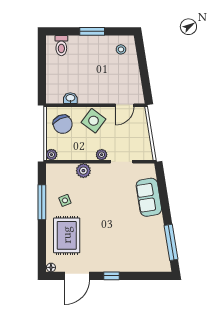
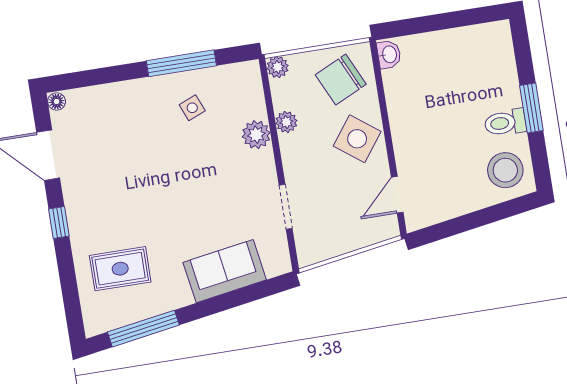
toilet: (61, 46) -> (505, 123), moved
stool: (121, 49) -> (505, 170), width x1.89, depth x1.89
washbasin: (70, 98) -> (389, 54), moved
door: (125, 105) -> (397, 195), hinge flipped
plant: (102, 155) -> (286, 122), moved
rug: (67, 235) -> (120, 269), moved, width x0.73, depth x0.70

